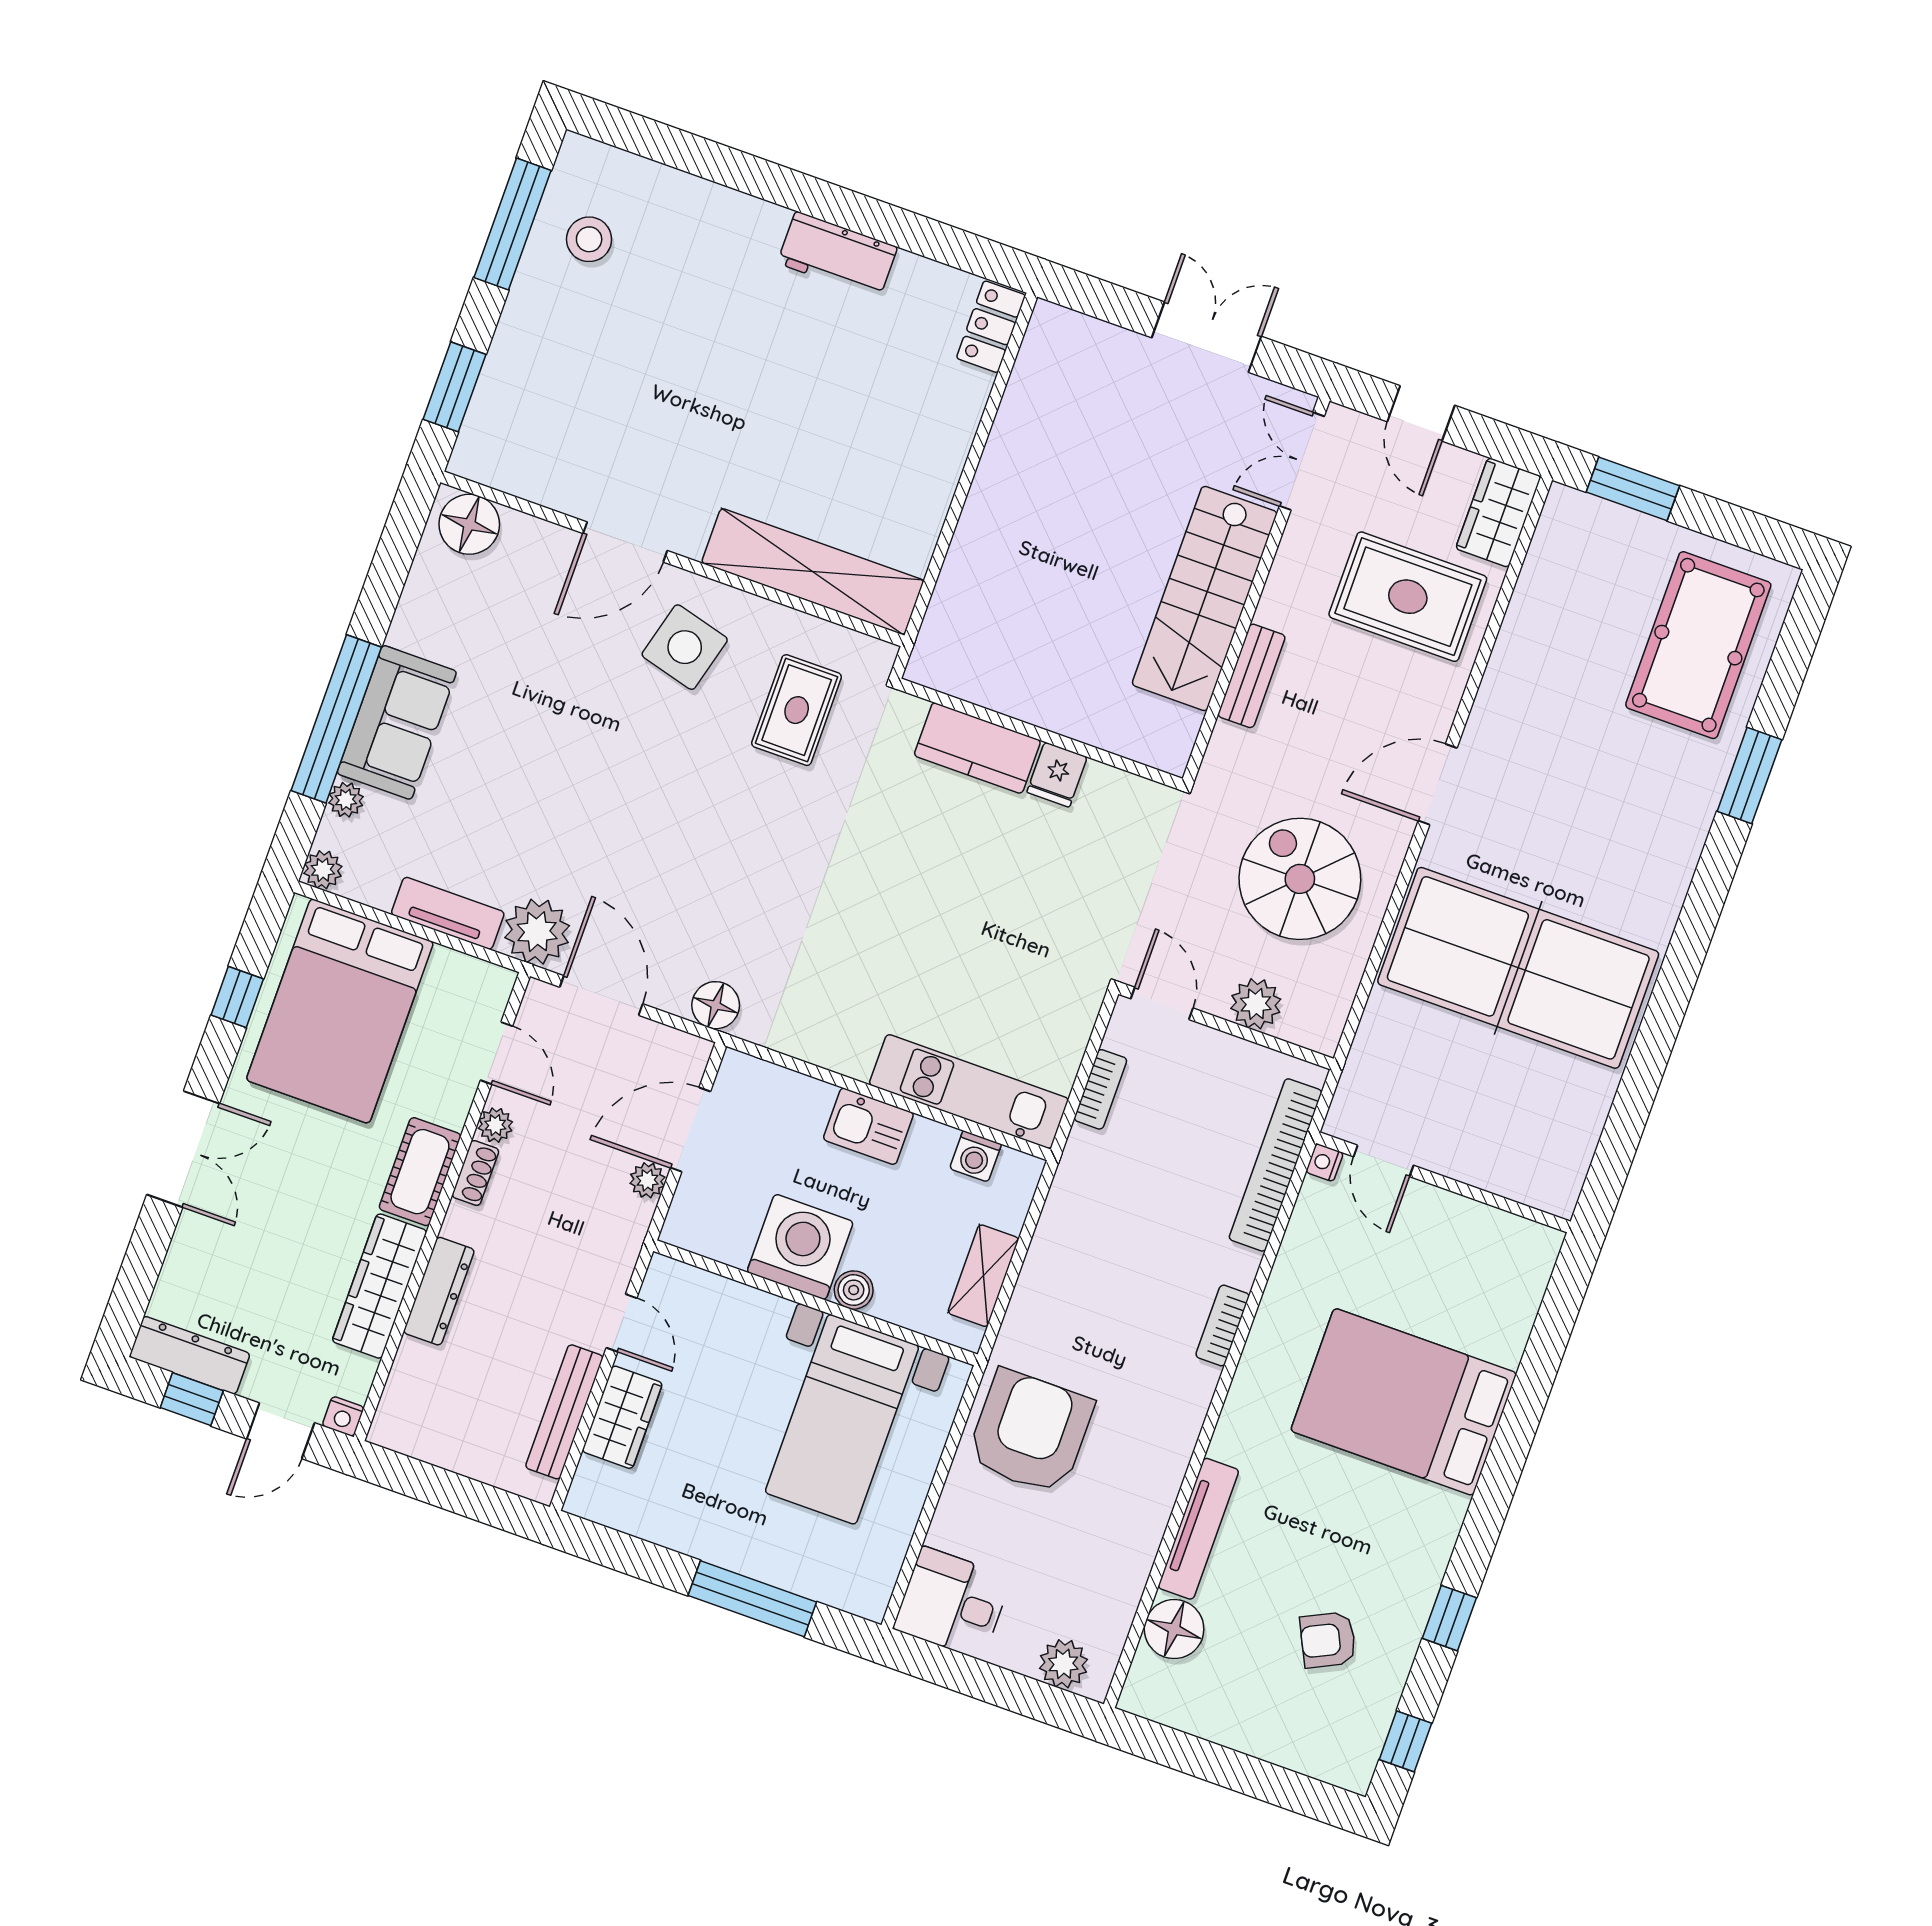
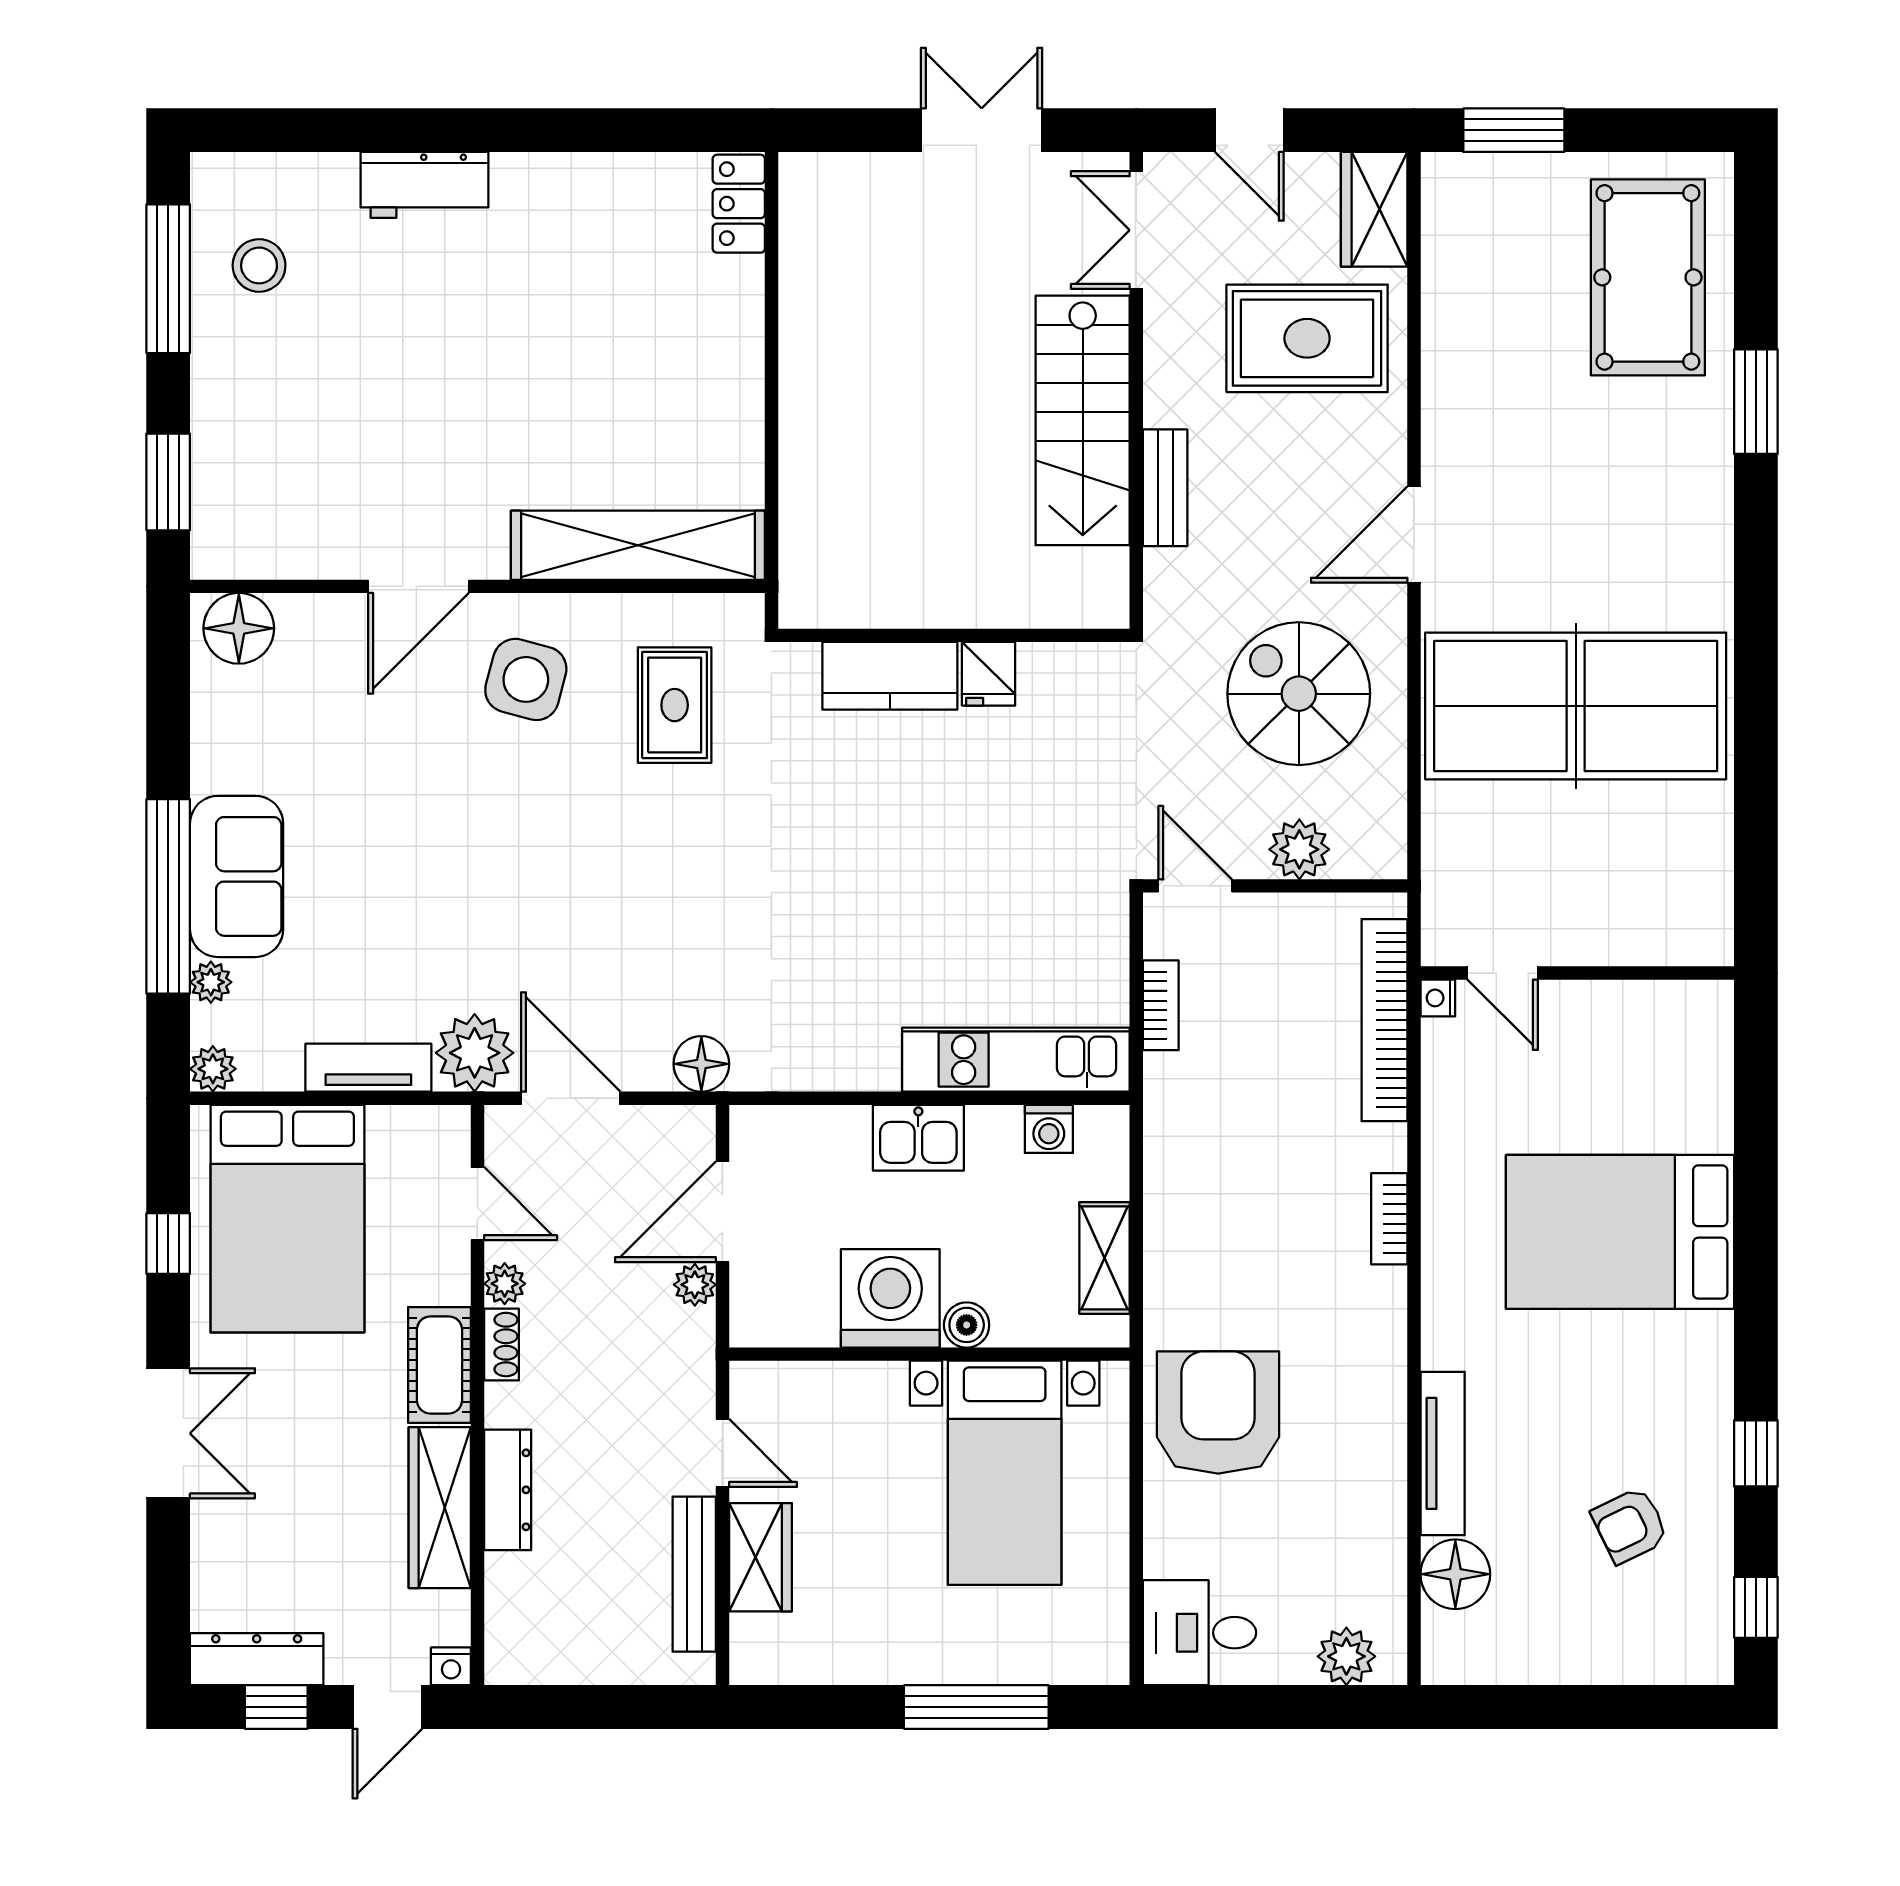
workbench: (837, 255) -> (424, 185), moved

